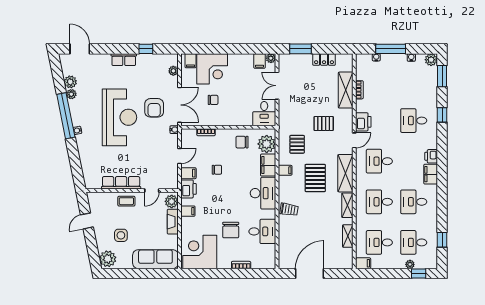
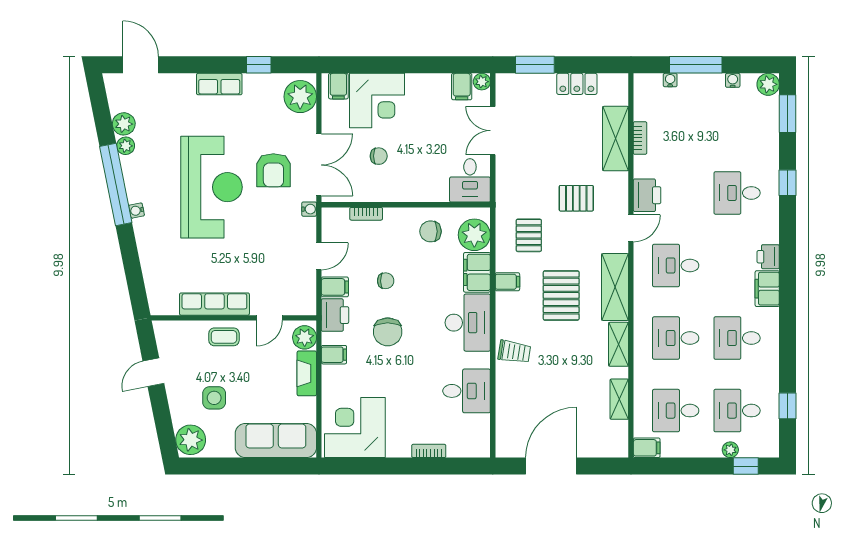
plant: (173, 71) -> (300, 97), width x1.88, depth x1.88
chair: (231, 230) -> (388, 332), moved

